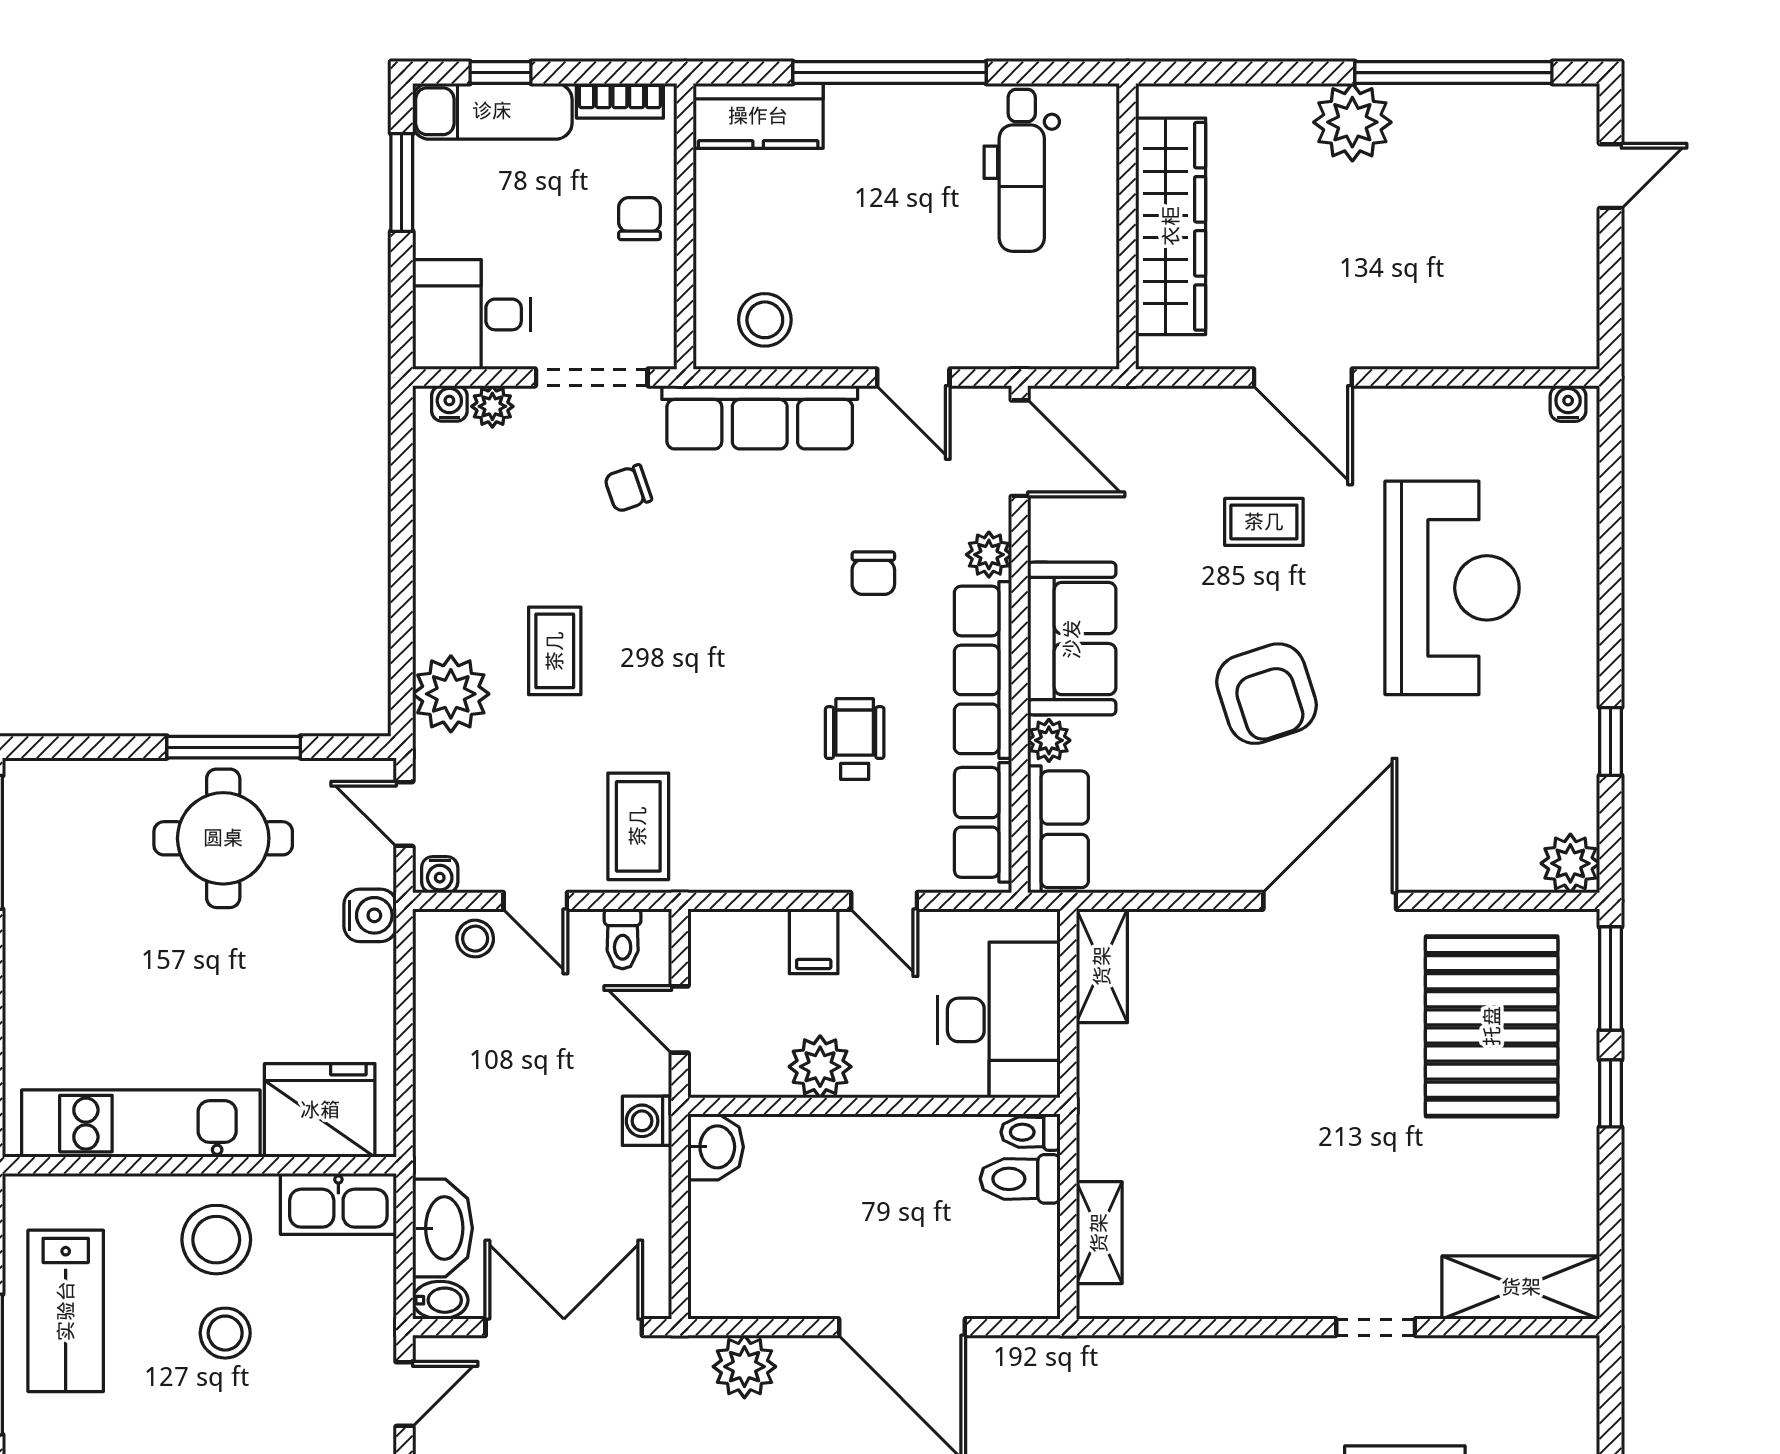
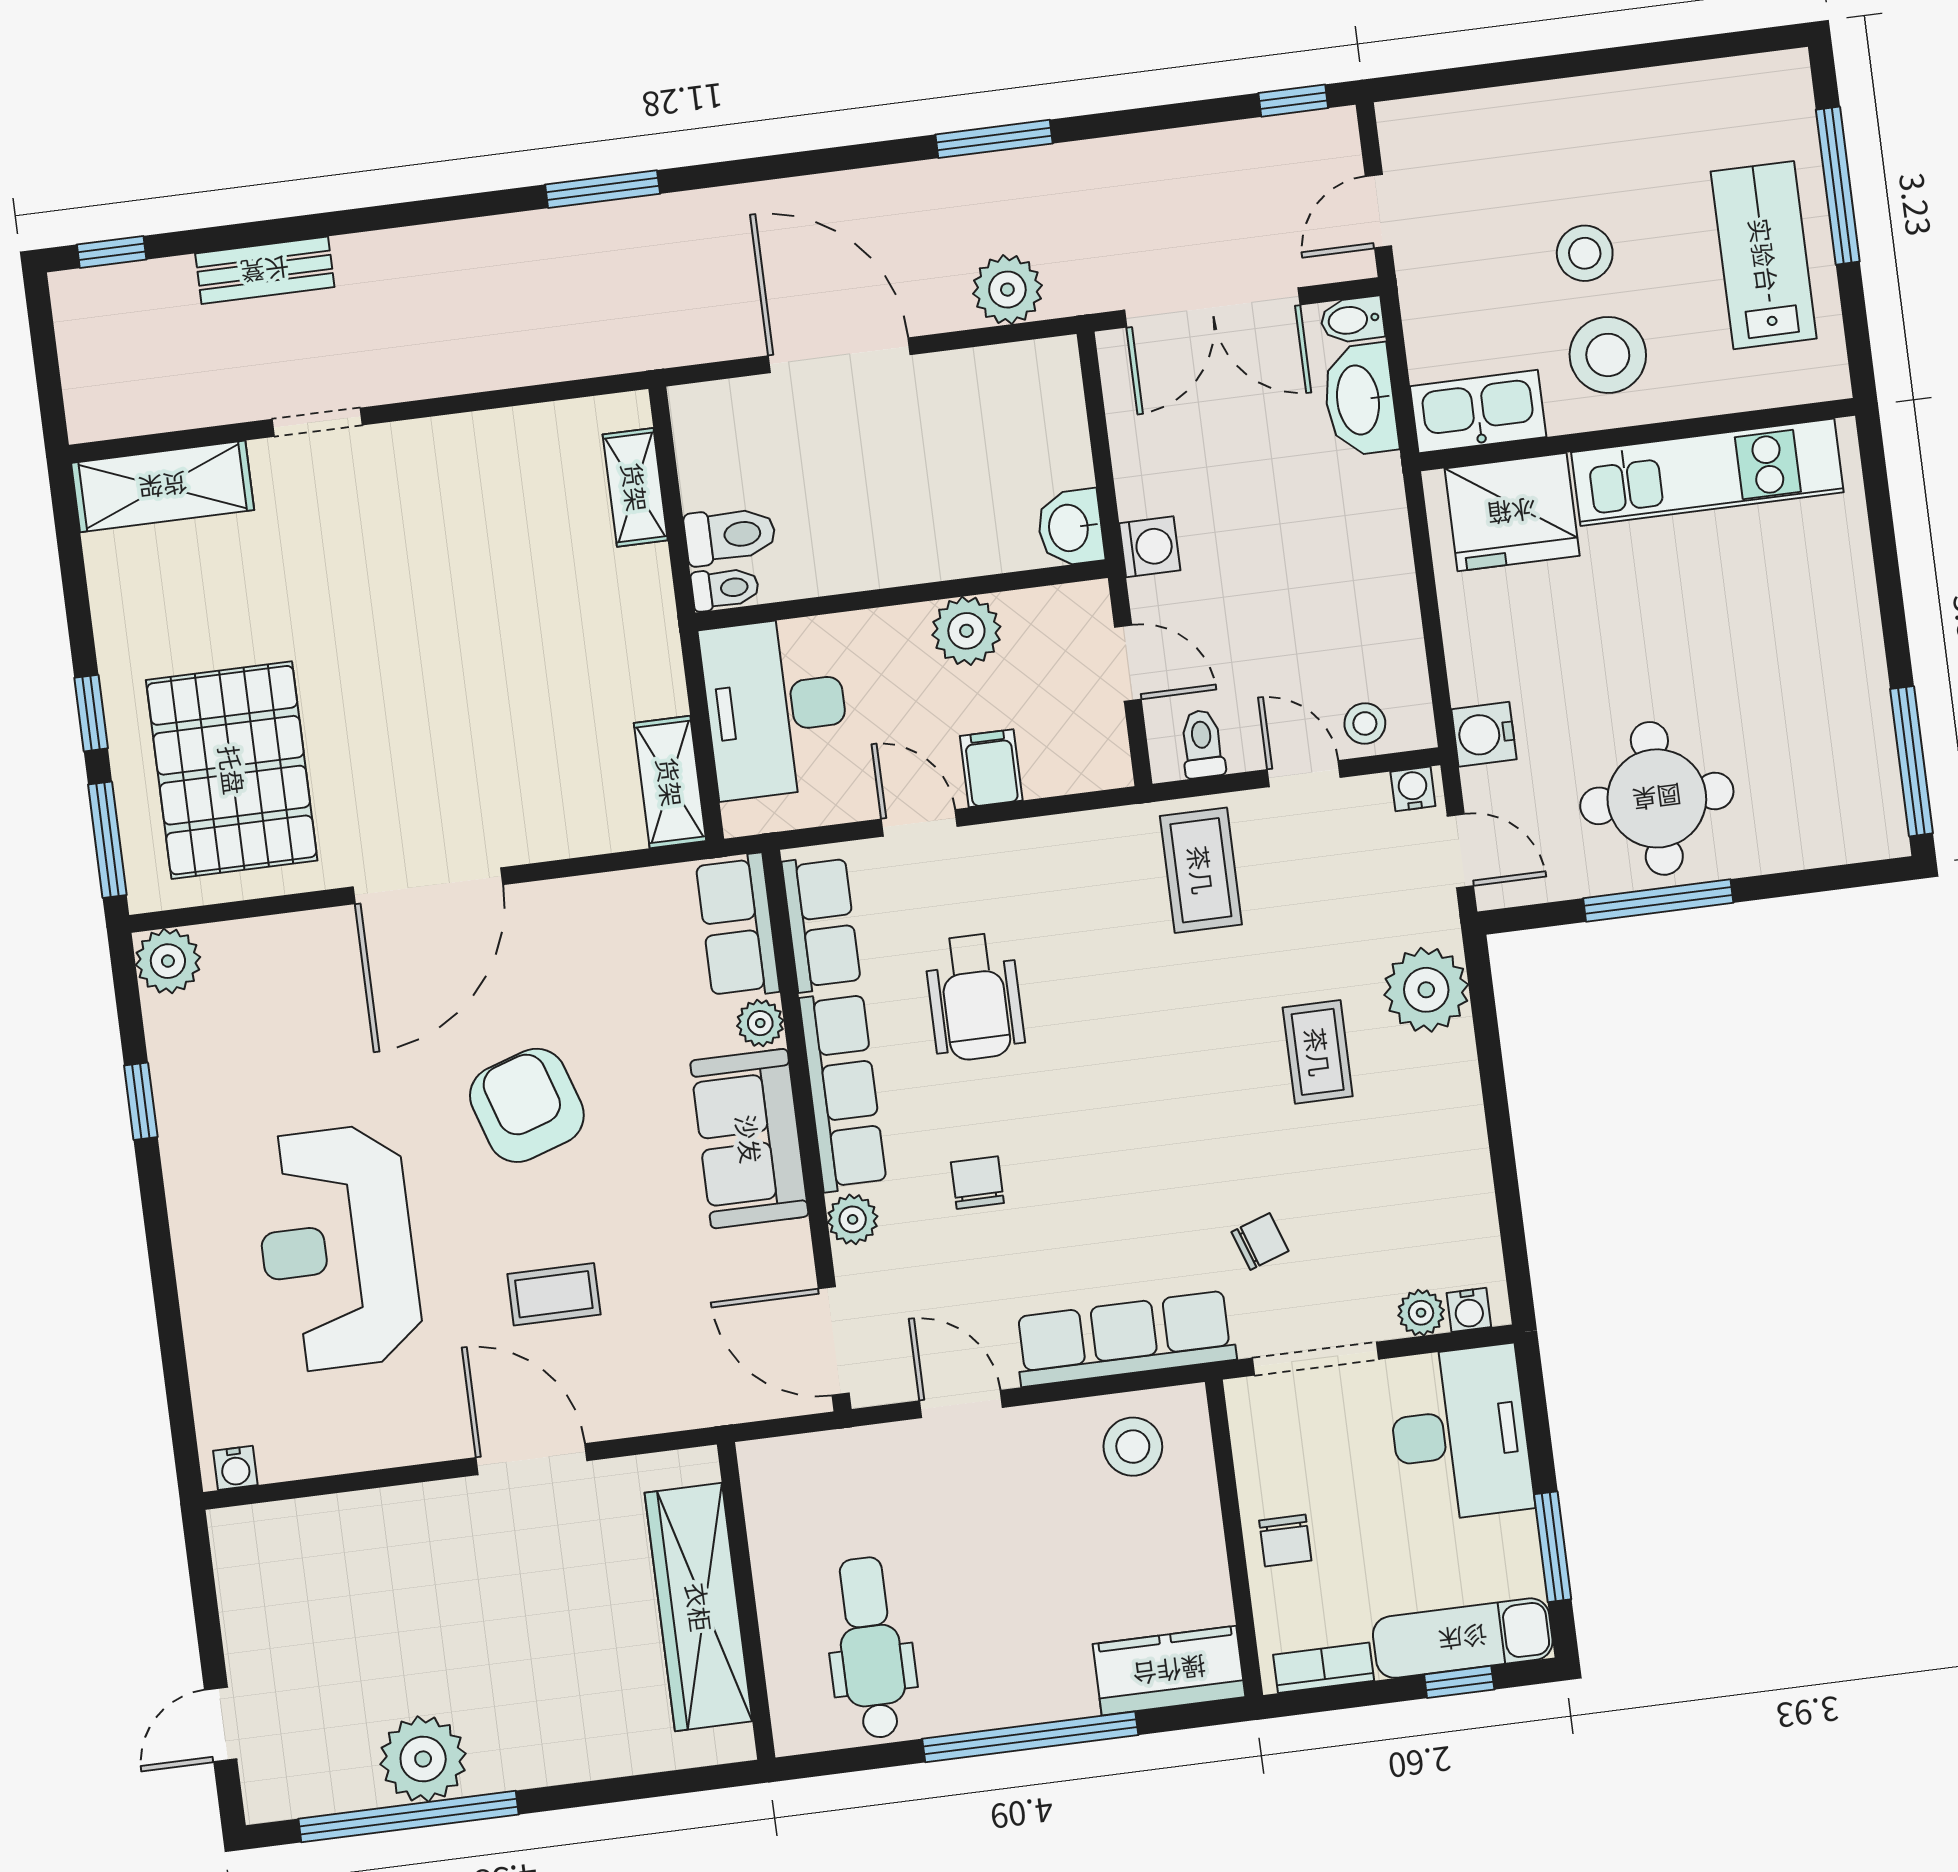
plant: (1352, 122) -> (423, 1759), moved
desk: (472, 314) -> (1460, 1434), width x1.37
wheelchair: (855, 739) -> (975, 997), width x1.36, depth x1.37

